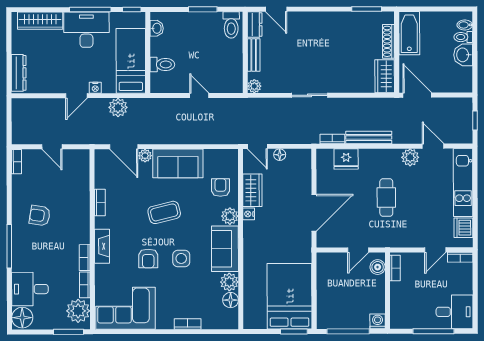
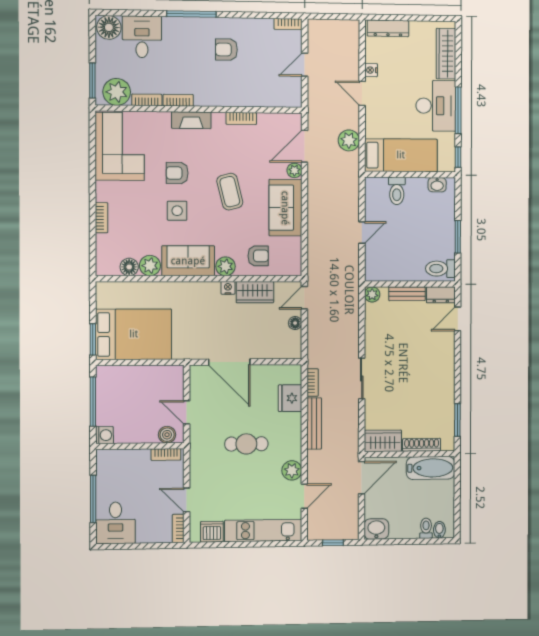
washbasin: (463, 55) -> (376, 529), moved
nightstand: (95, 88) -> (371, 70), moved
sliding door: (309, 95) -> (362, 379), moved
armchair: (40, 216) -> (226, 50), turned -99

